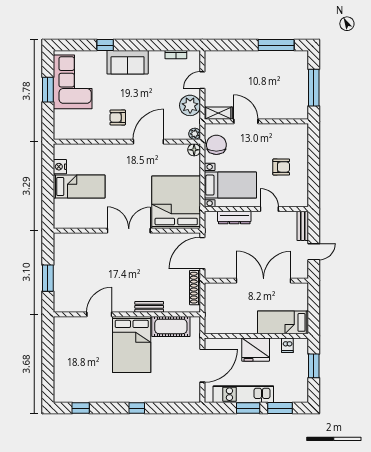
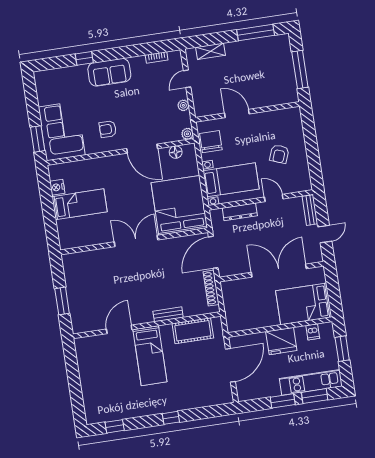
corner sofa: (73, 82) -> (62, 131), moved
window: (48, 90) -> (38, 139), moved
plant: (190, 105) -> (183, 105), width x0.53, depth x0.53
shelving: (218, 113) -> (210, 51), moved
door: (148, 142) -> (142, 149), swing flipped
floor lamp: (194, 150) -> (176, 152), moved
armchair: (281, 167) -> (279, 154), turned 111
bed: (283, 322) -> (304, 304), width x1.50
bed: (132, 344) -> (150, 356), width x0.67
kitchen unit: (243, 394) -> (311, 382), moved

